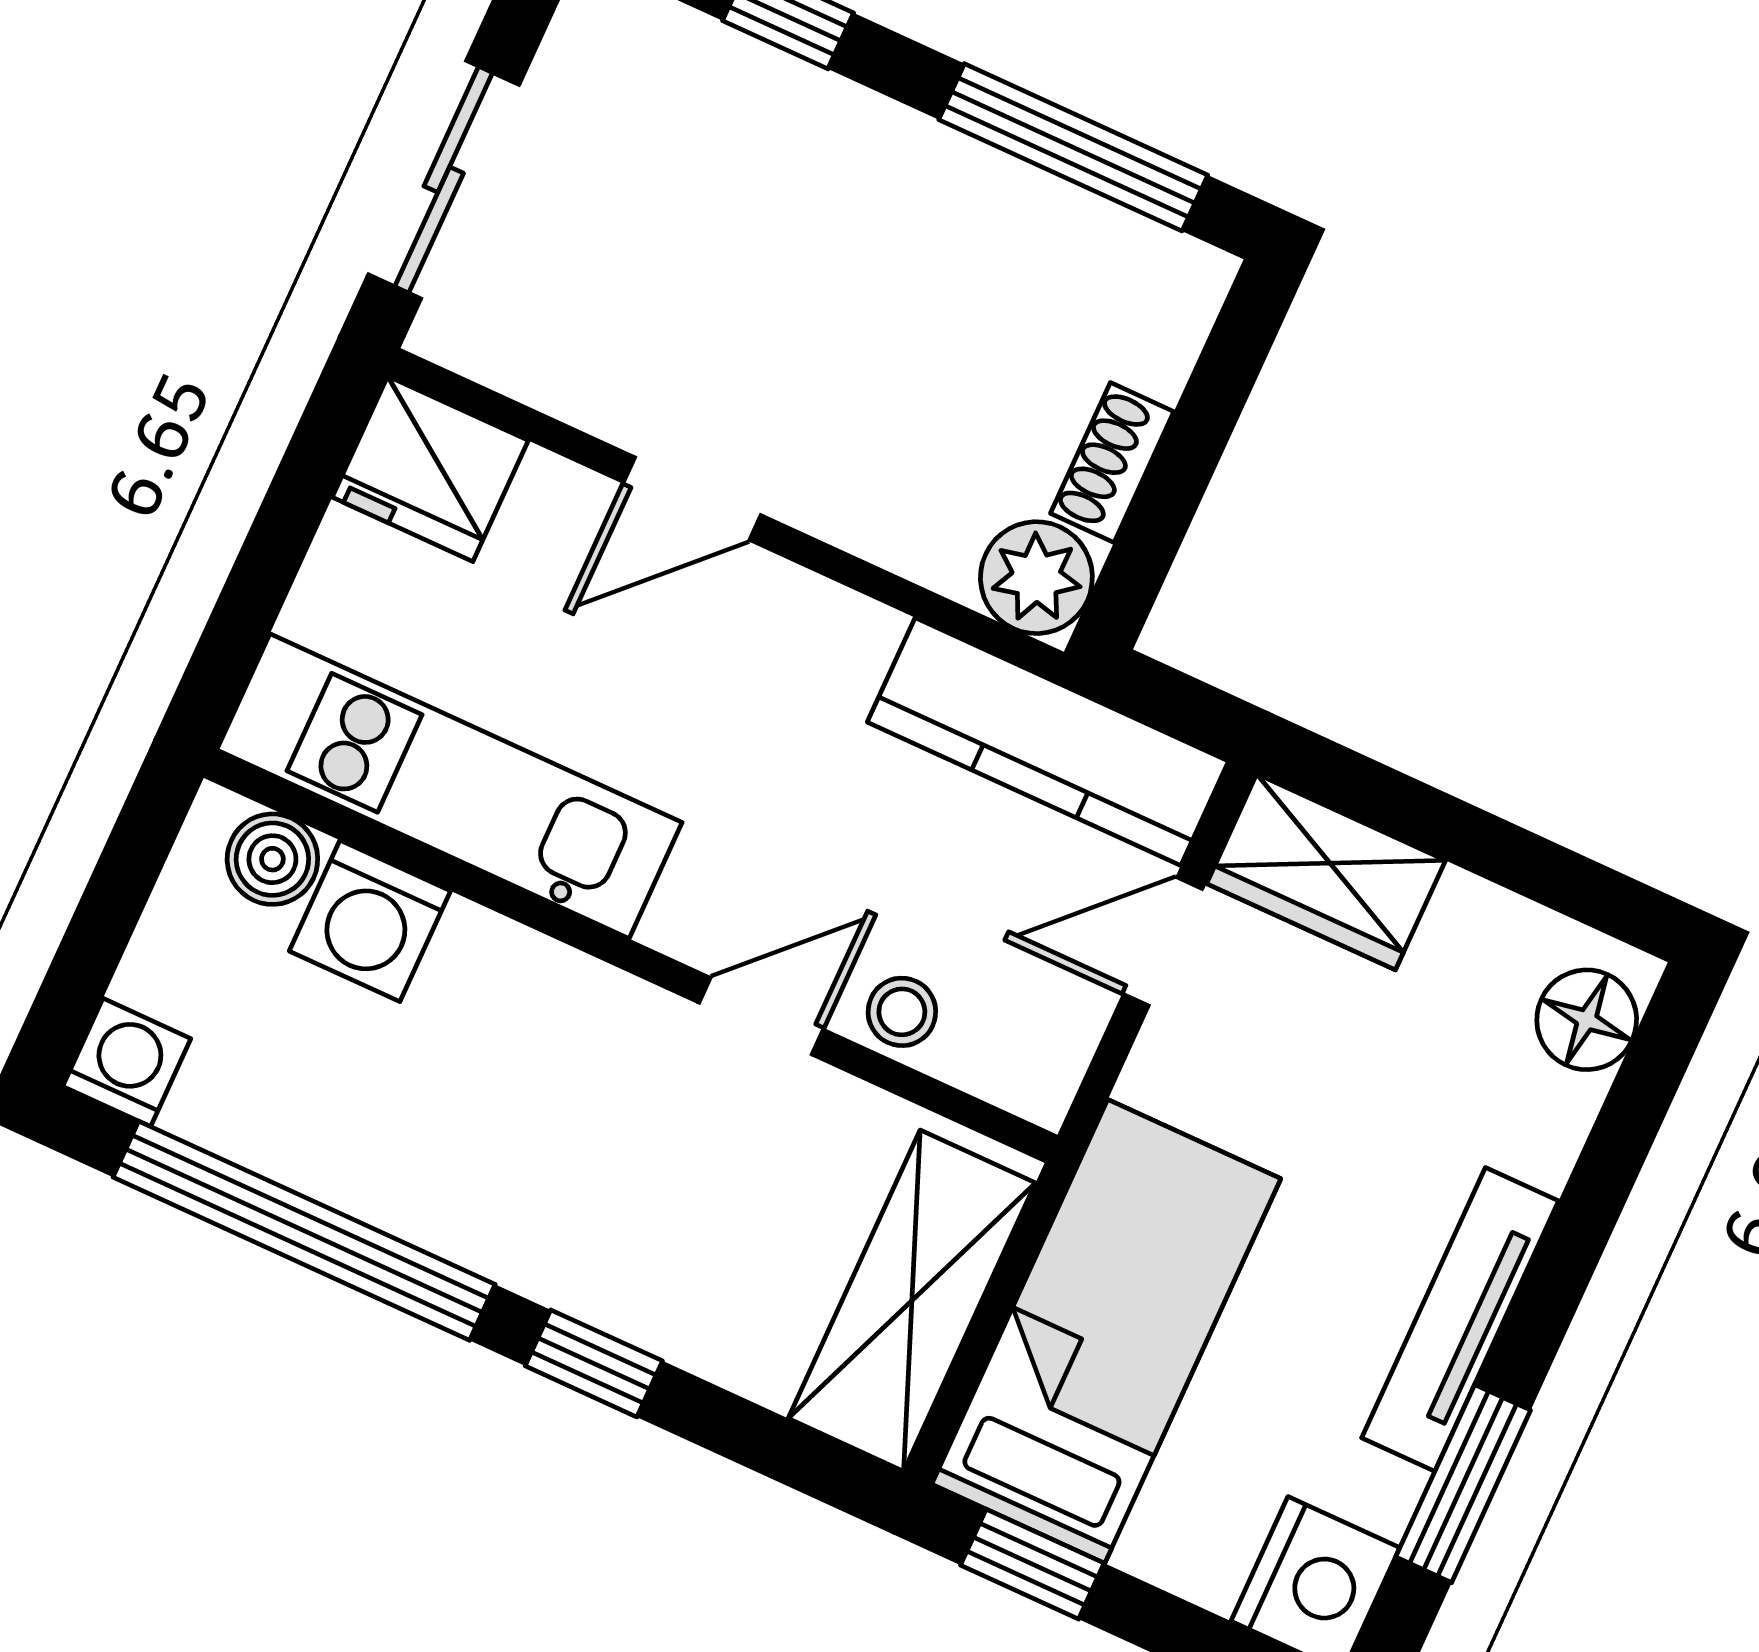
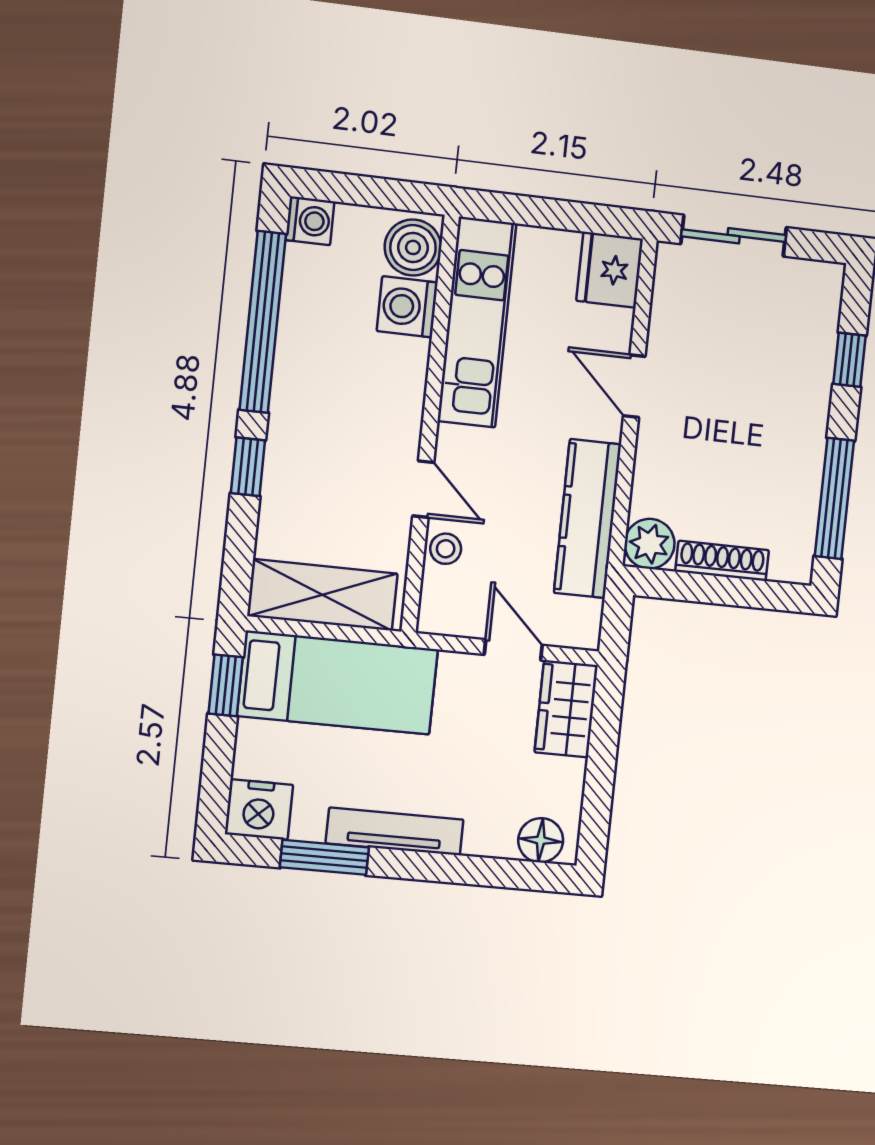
shoe rack: (1112, 462) -> (722, 561), width x1.43
kitchen counter: (1048, 742) -> (588, 519), moved
boiler: (272, 859) -> (413, 247), width x1.36, depth x1.36

